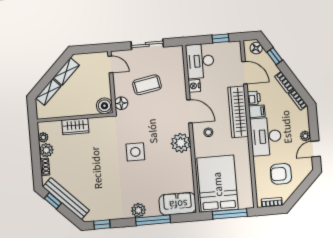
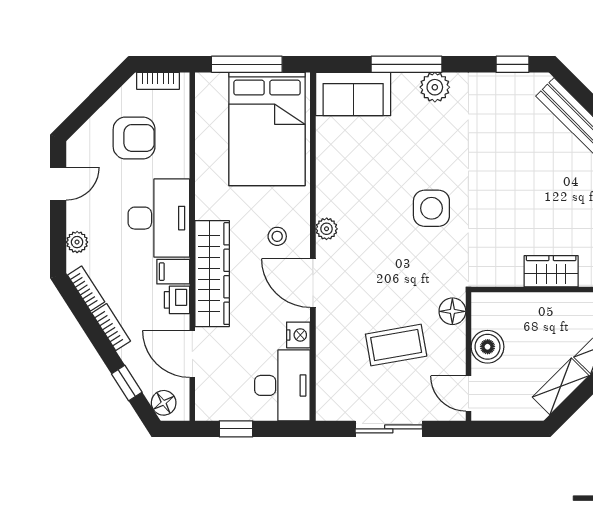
boiler: (104, 106) -> (488, 347), moved
plant: (305, 136) -> (77, 242), moved
plant: (181, 143) -> (327, 229), width x0.53, depth x0.53

